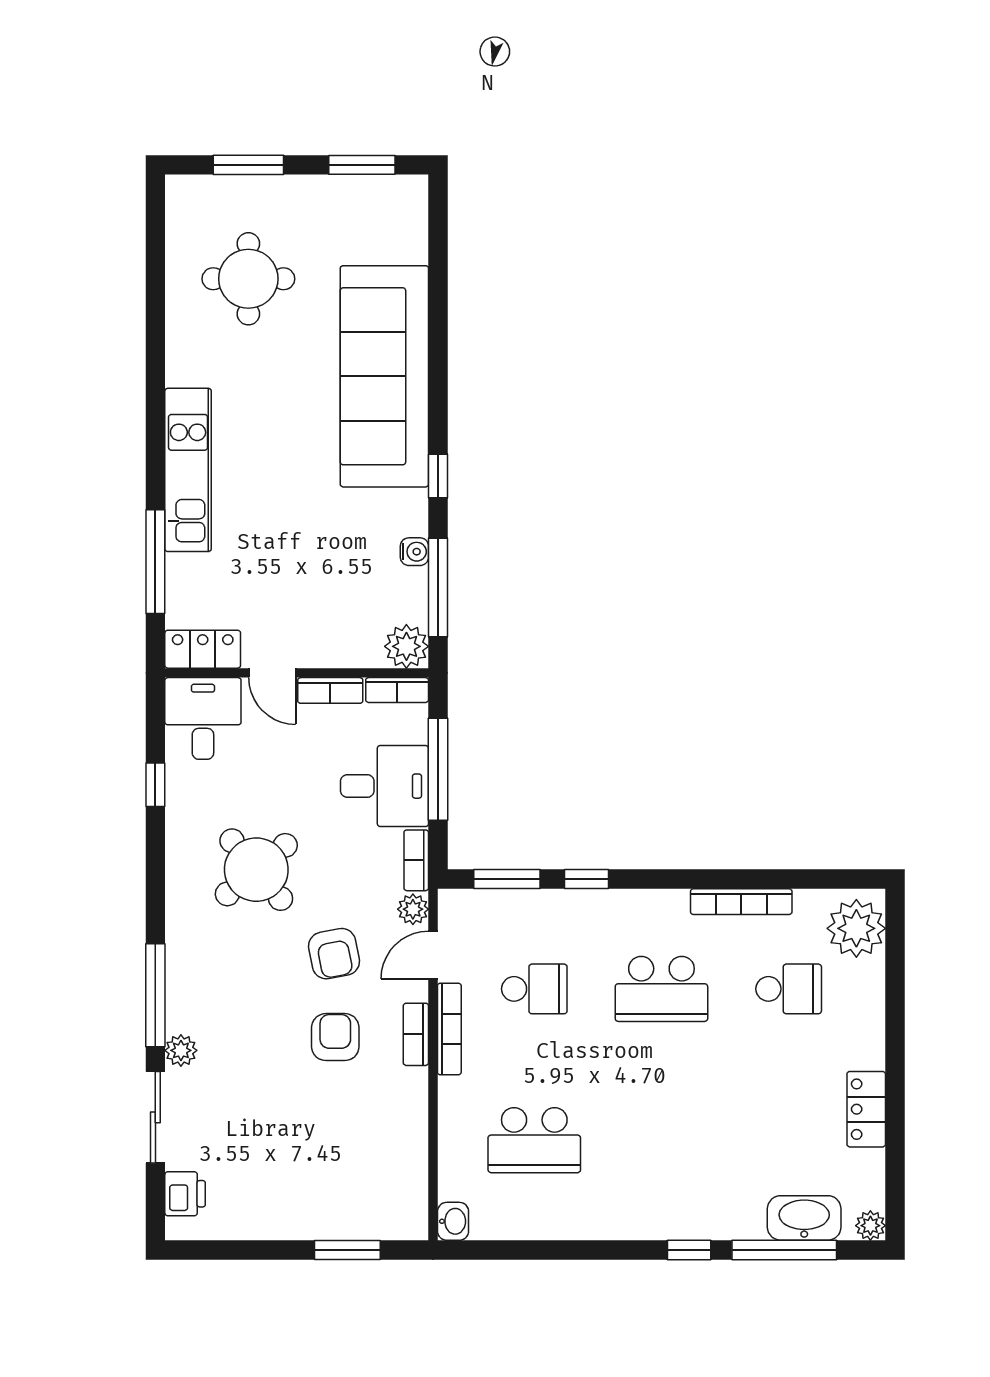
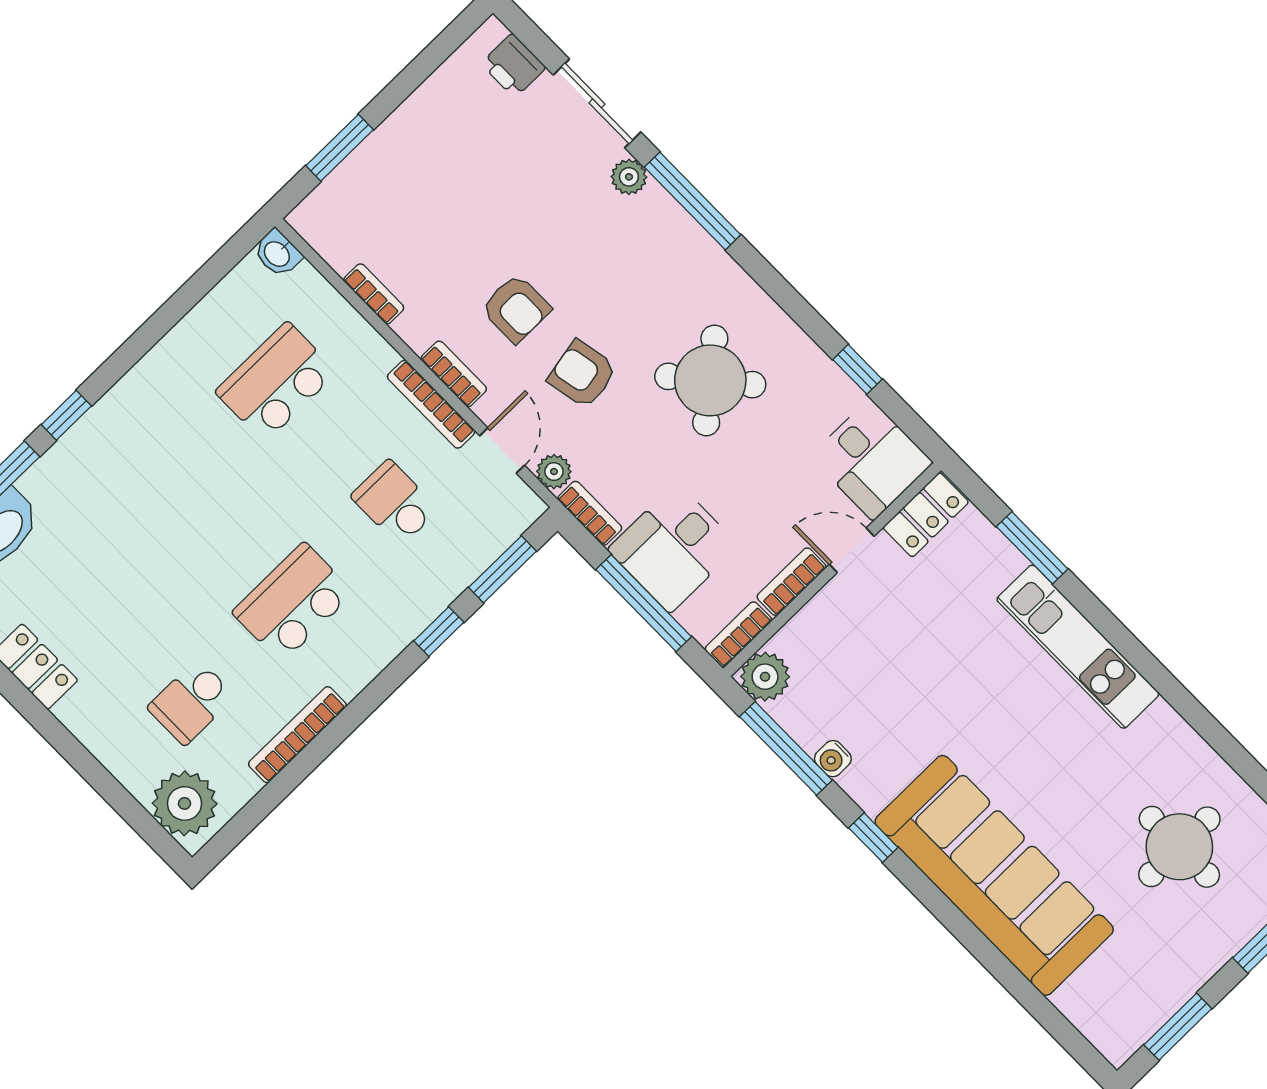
window: (155, 562) -> (1032, 548), width x0.69
school desk: (534, 989) -> (395, 503), turned 90
bookcase: (417, 1135) -> (374, 294), added

